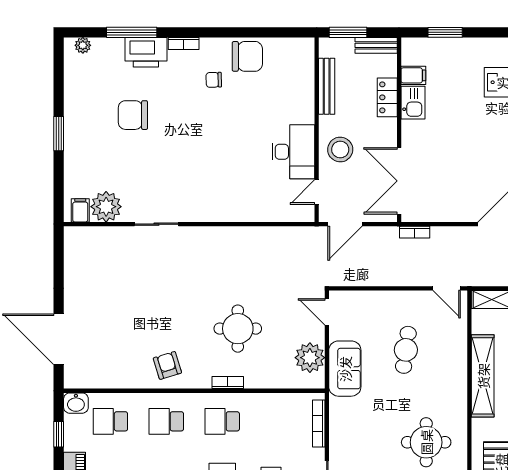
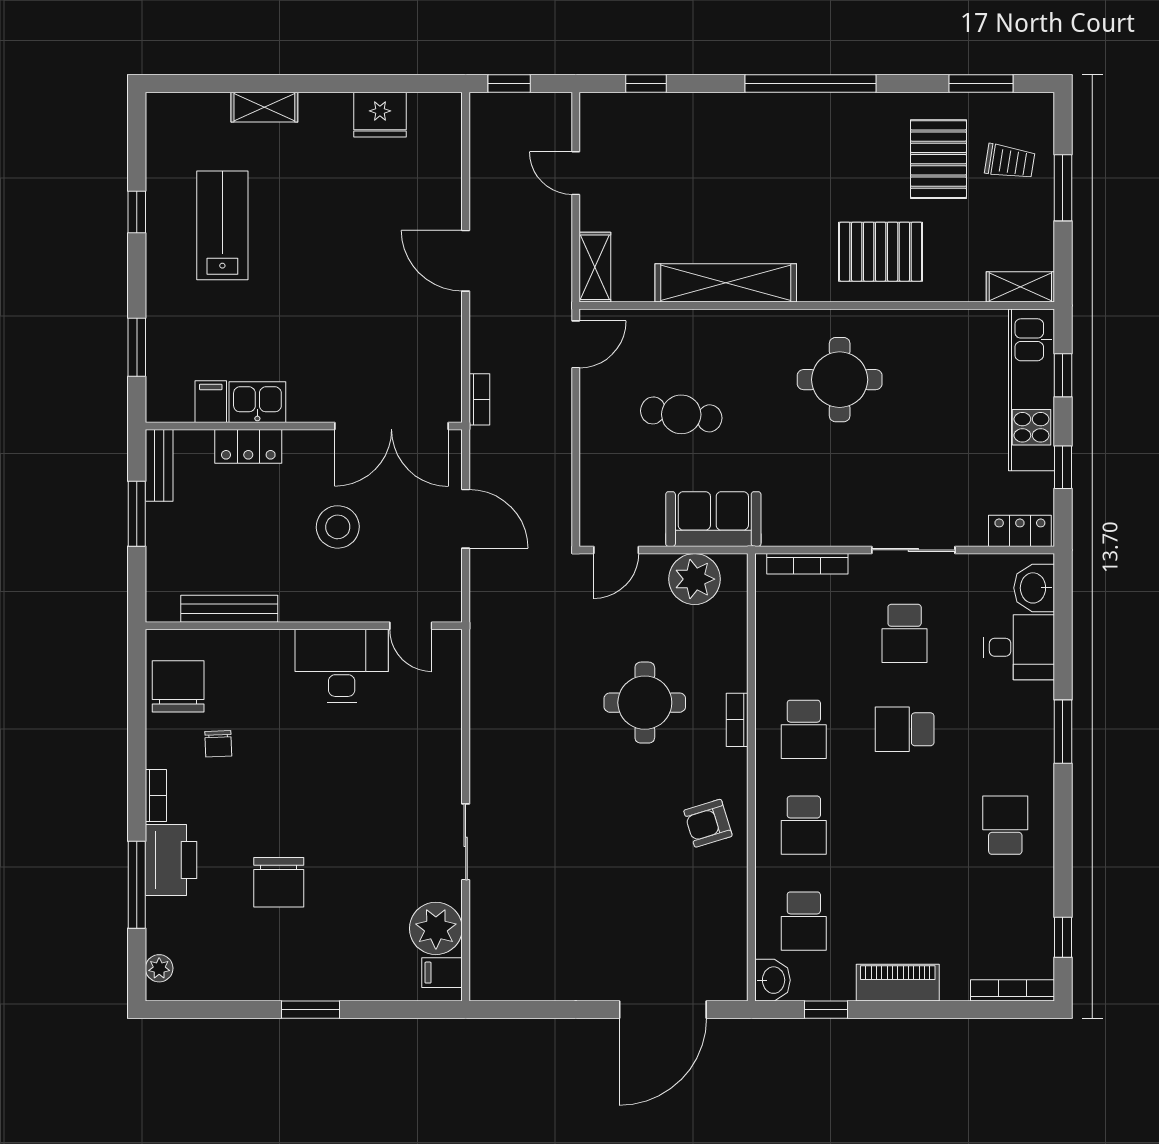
bench: (327, 86) -> (229, 609), moved
wall: (317, 130) -> (304, 626), moved
desk: (293, 152) -> (342, 666), moved
door: (317, 192) -> (411, 626), moved

